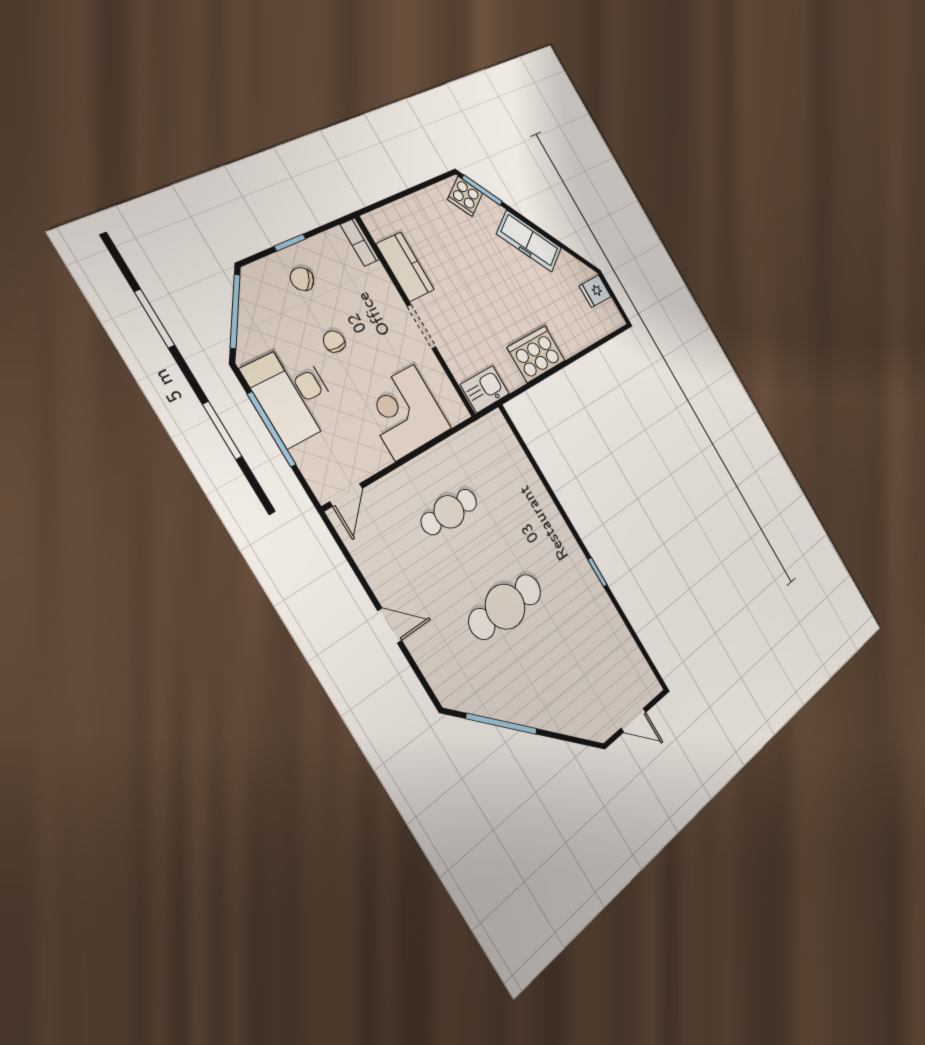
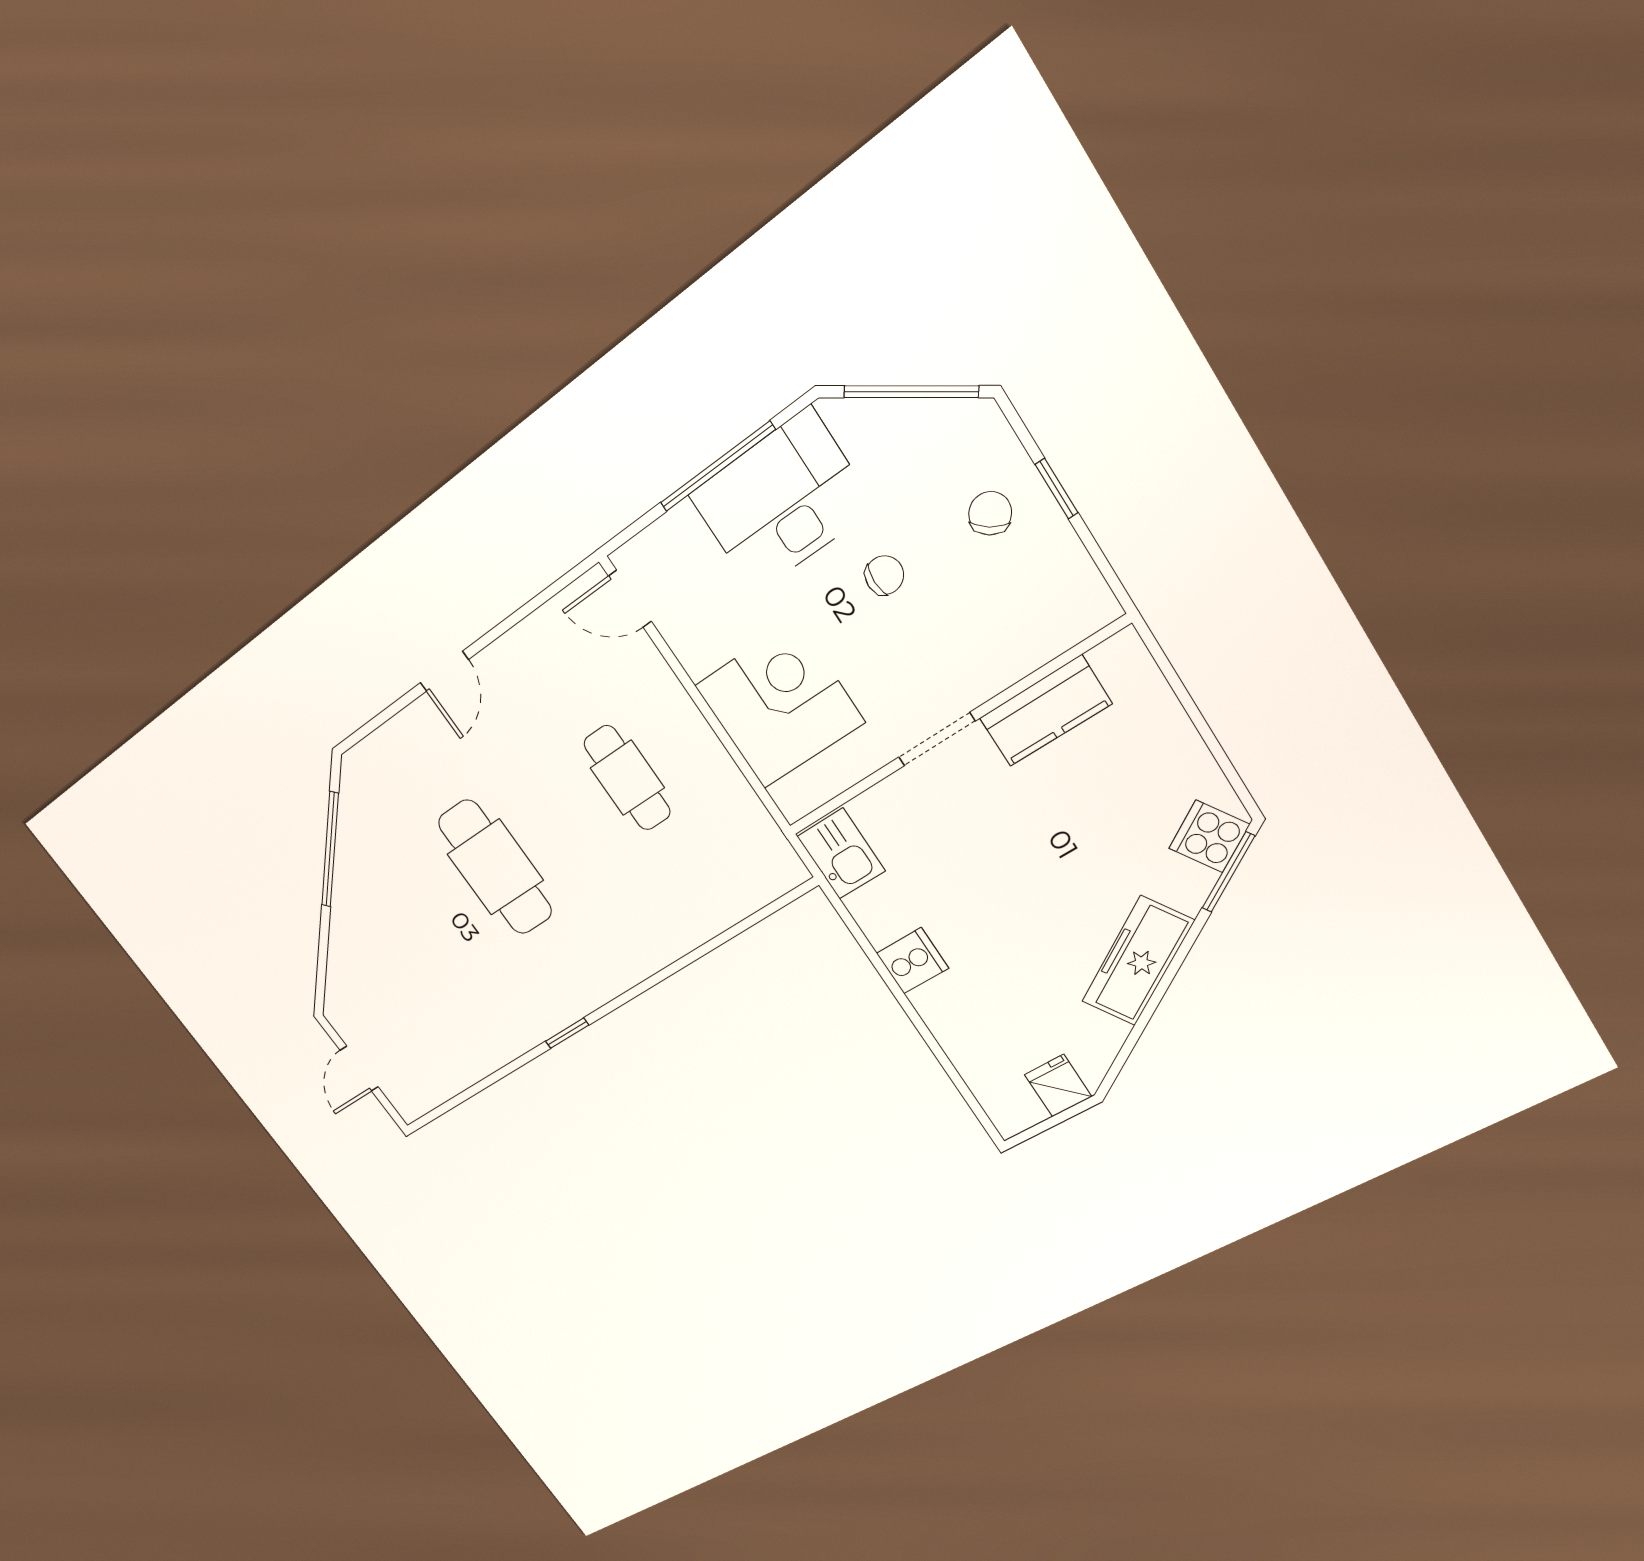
bookcase: (360, 242) -> (1080, 623), removed
cooker: (536, 354) -> (912, 961), width x0.53, depth x0.76

